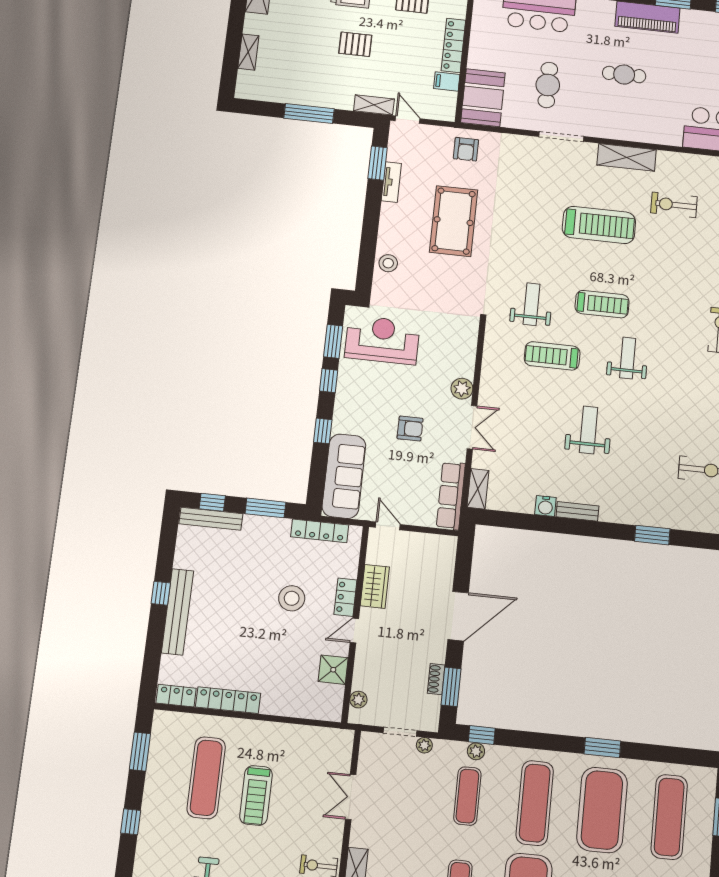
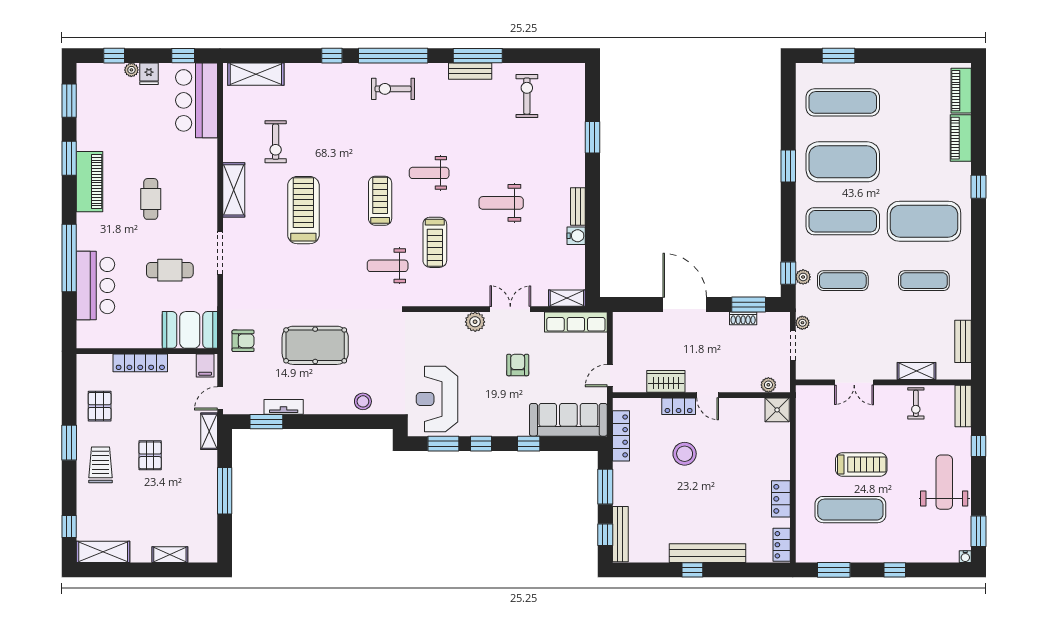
filing cabinet: (447, 82) -> (205, 366), moved
shower: (333, 670) -> (777, 410), moved
locker: (228, 700) -> (781, 499), width x0.66

